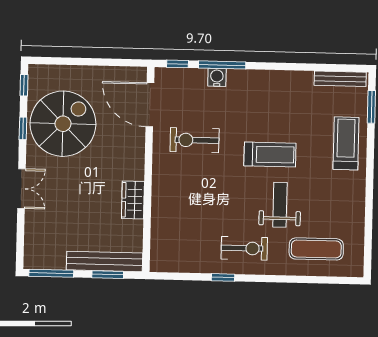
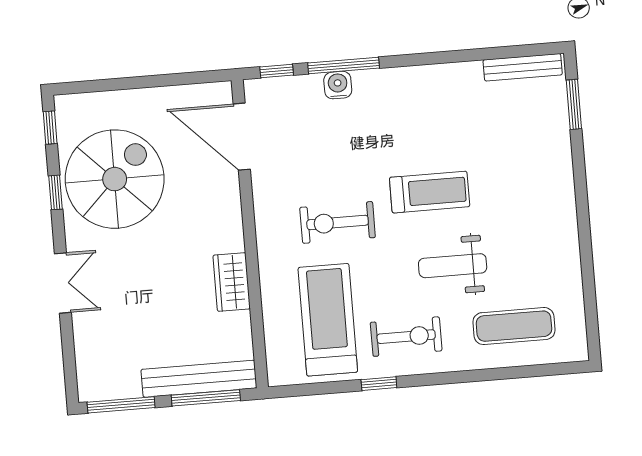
exercise bike: (195, 140) -> (338, 222), moved
treadmill: (346, 143) -> (328, 320), moved, width x1.37, depth x1.38
weight bench: (280, 205) -> (453, 266), turned -90
window: (108, 275) -> (206, 398), width x1.44

